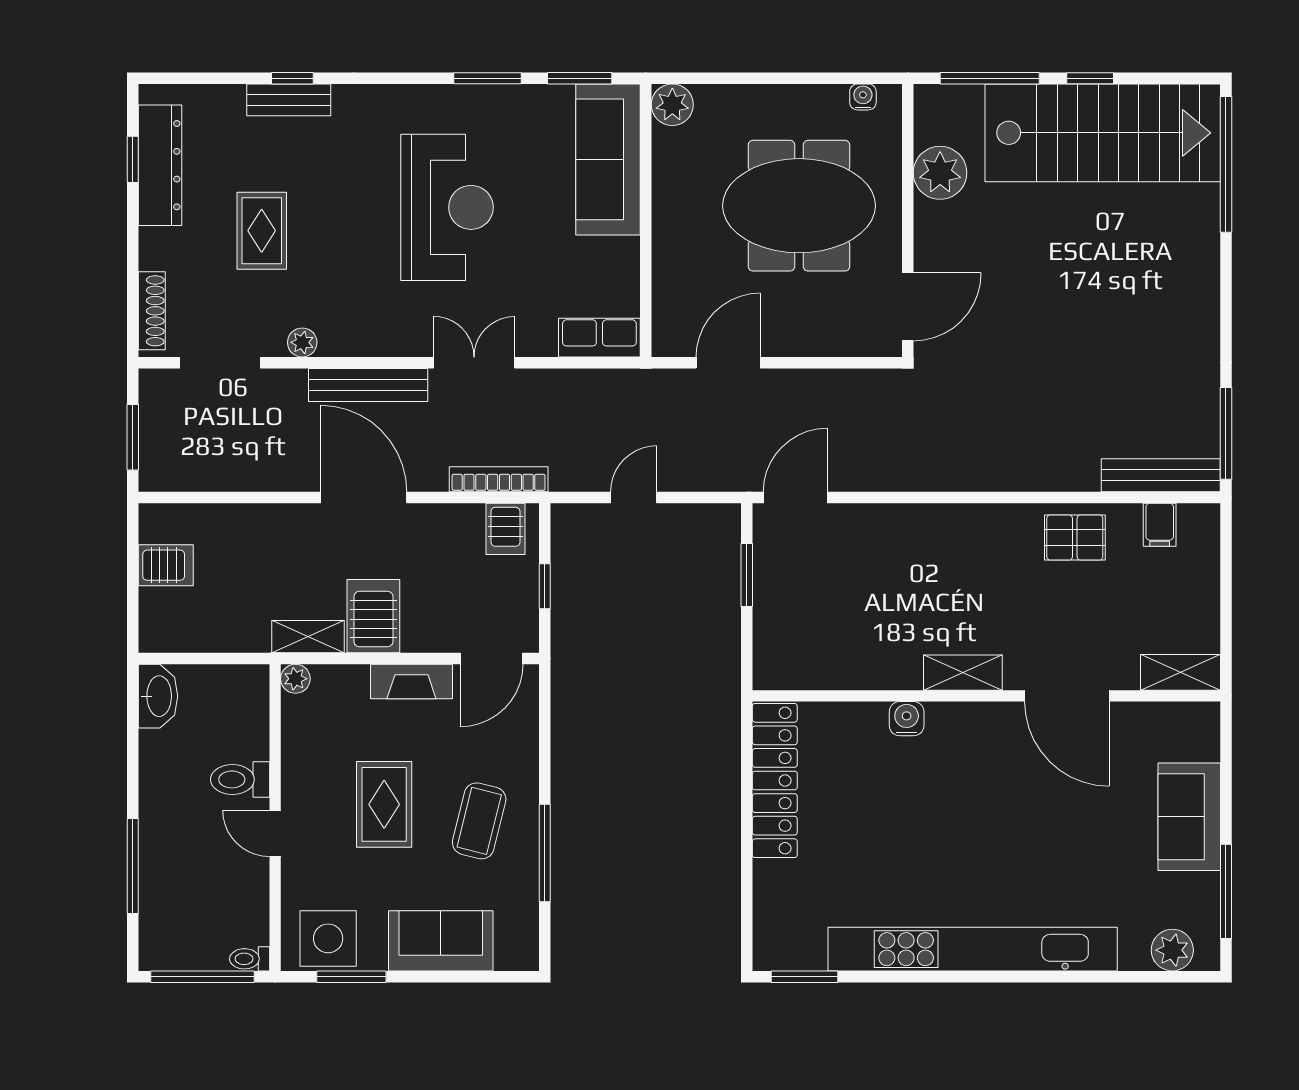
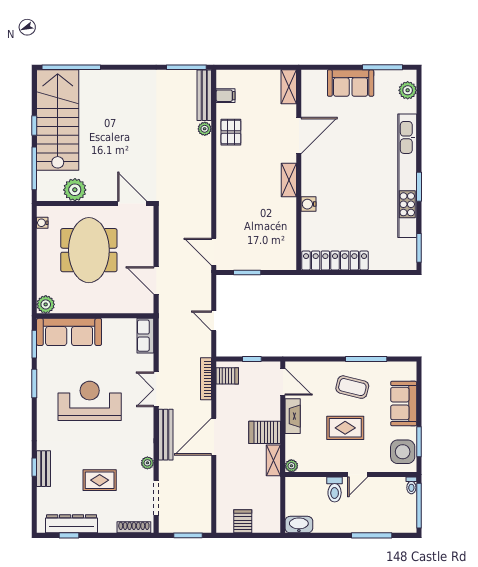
plant: (1082, 476) -> (205, 129), added
window: (947, 977) -> (419, 187), added

